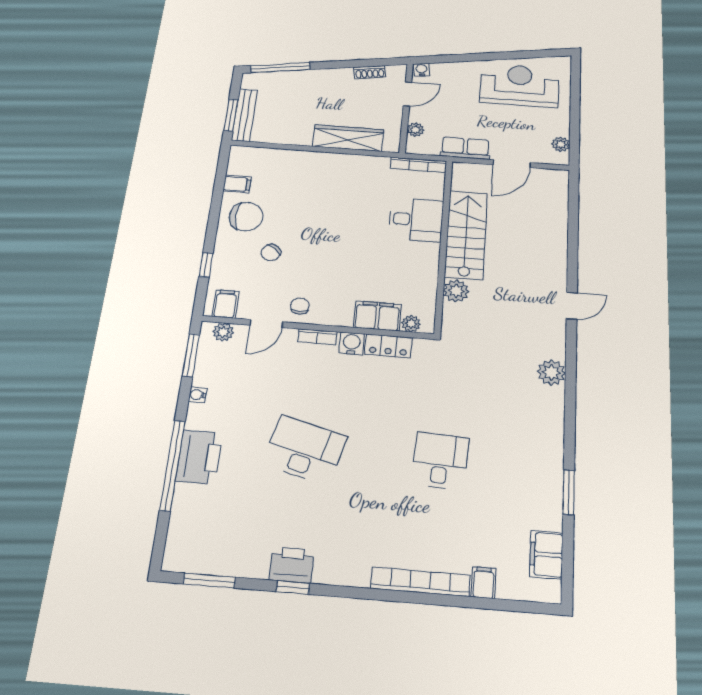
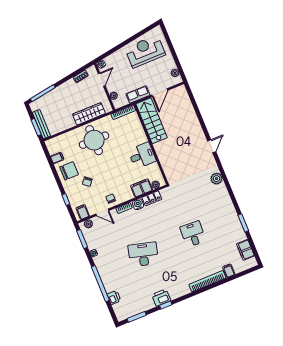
round table: (331, 186) -> (94, 140), added
desk: (416, 220) -> (142, 156), moved
stairs: (466, 235) -> (152, 121), moved
plant: (456, 291) -> (166, 162), removed
door: (266, 323) -> (102, 212), hinge flipped
printer: (199, 457) -> (114, 298), moved, width x0.53, depth x0.68

